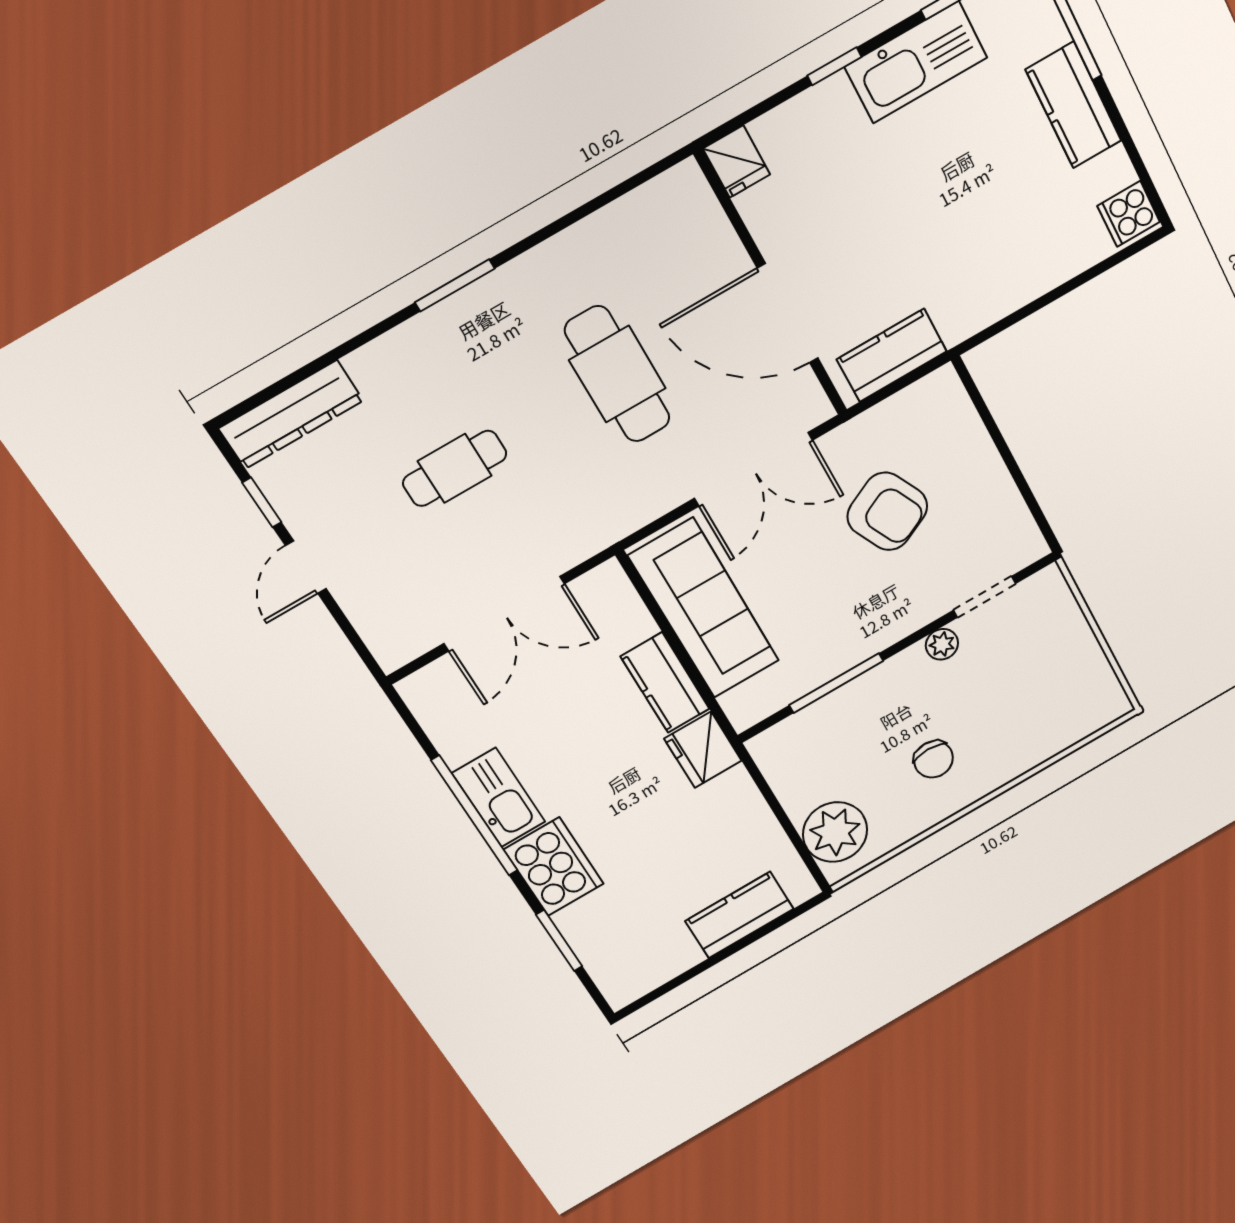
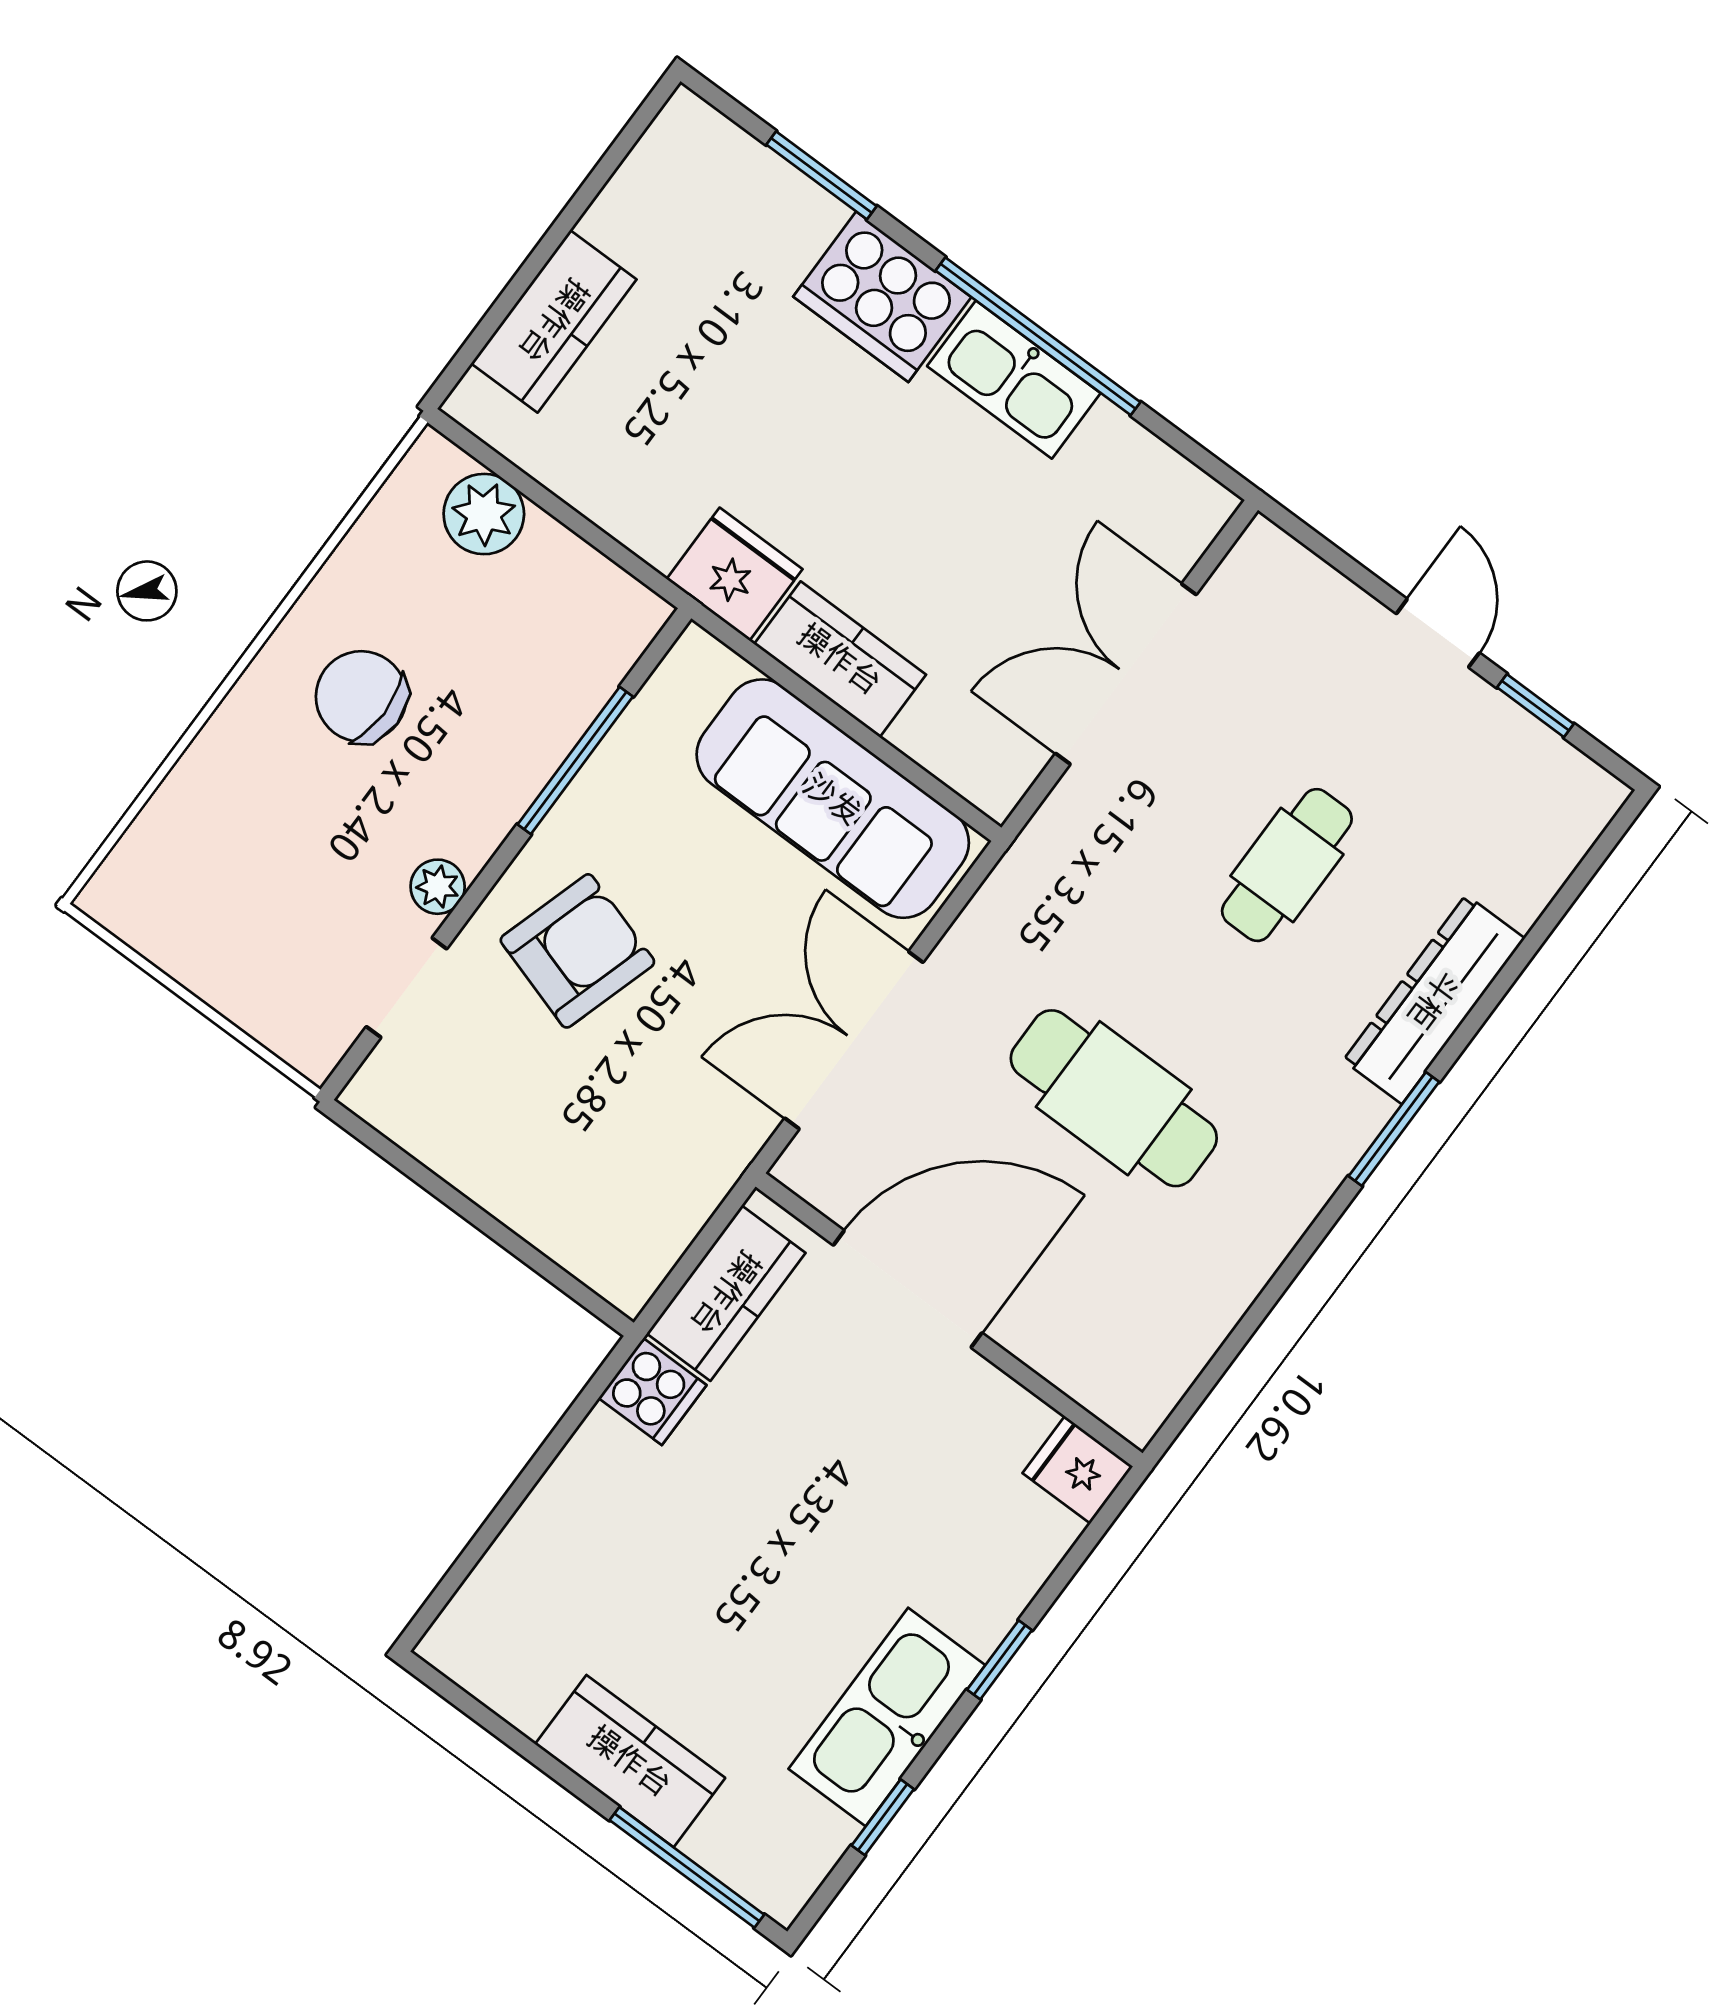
cooker: (1129, 214) -> (652, 1392), moved, turned 90
dresser: (291, 414) -> (1434, 999), moved
armchair: (887, 511) -> (577, 951), moved, turned 133
chair: (934, 759) -> (361, 696), width x1.37, depth x1.37
plant: (835, 832) -> (484, 514), width x0.73, depth x0.73

